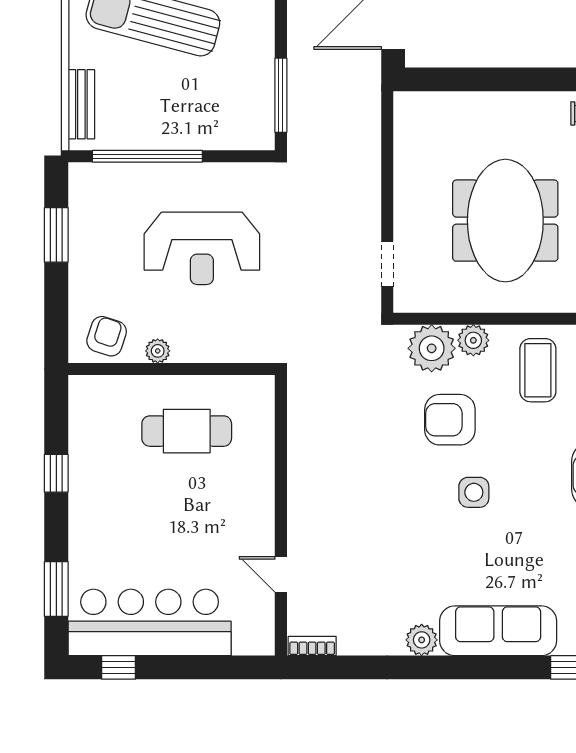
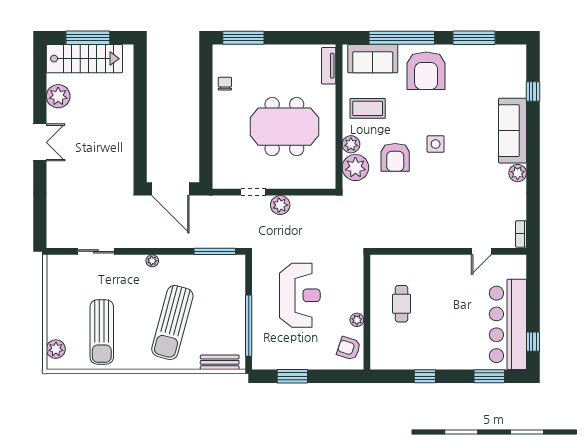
plant: (364, 213) -> (280, 205), added
doorway: (387, 264) -> (253, 192), moved
cafe table: (187, 431) -> (401, 304), width x0.73, depth x0.74

